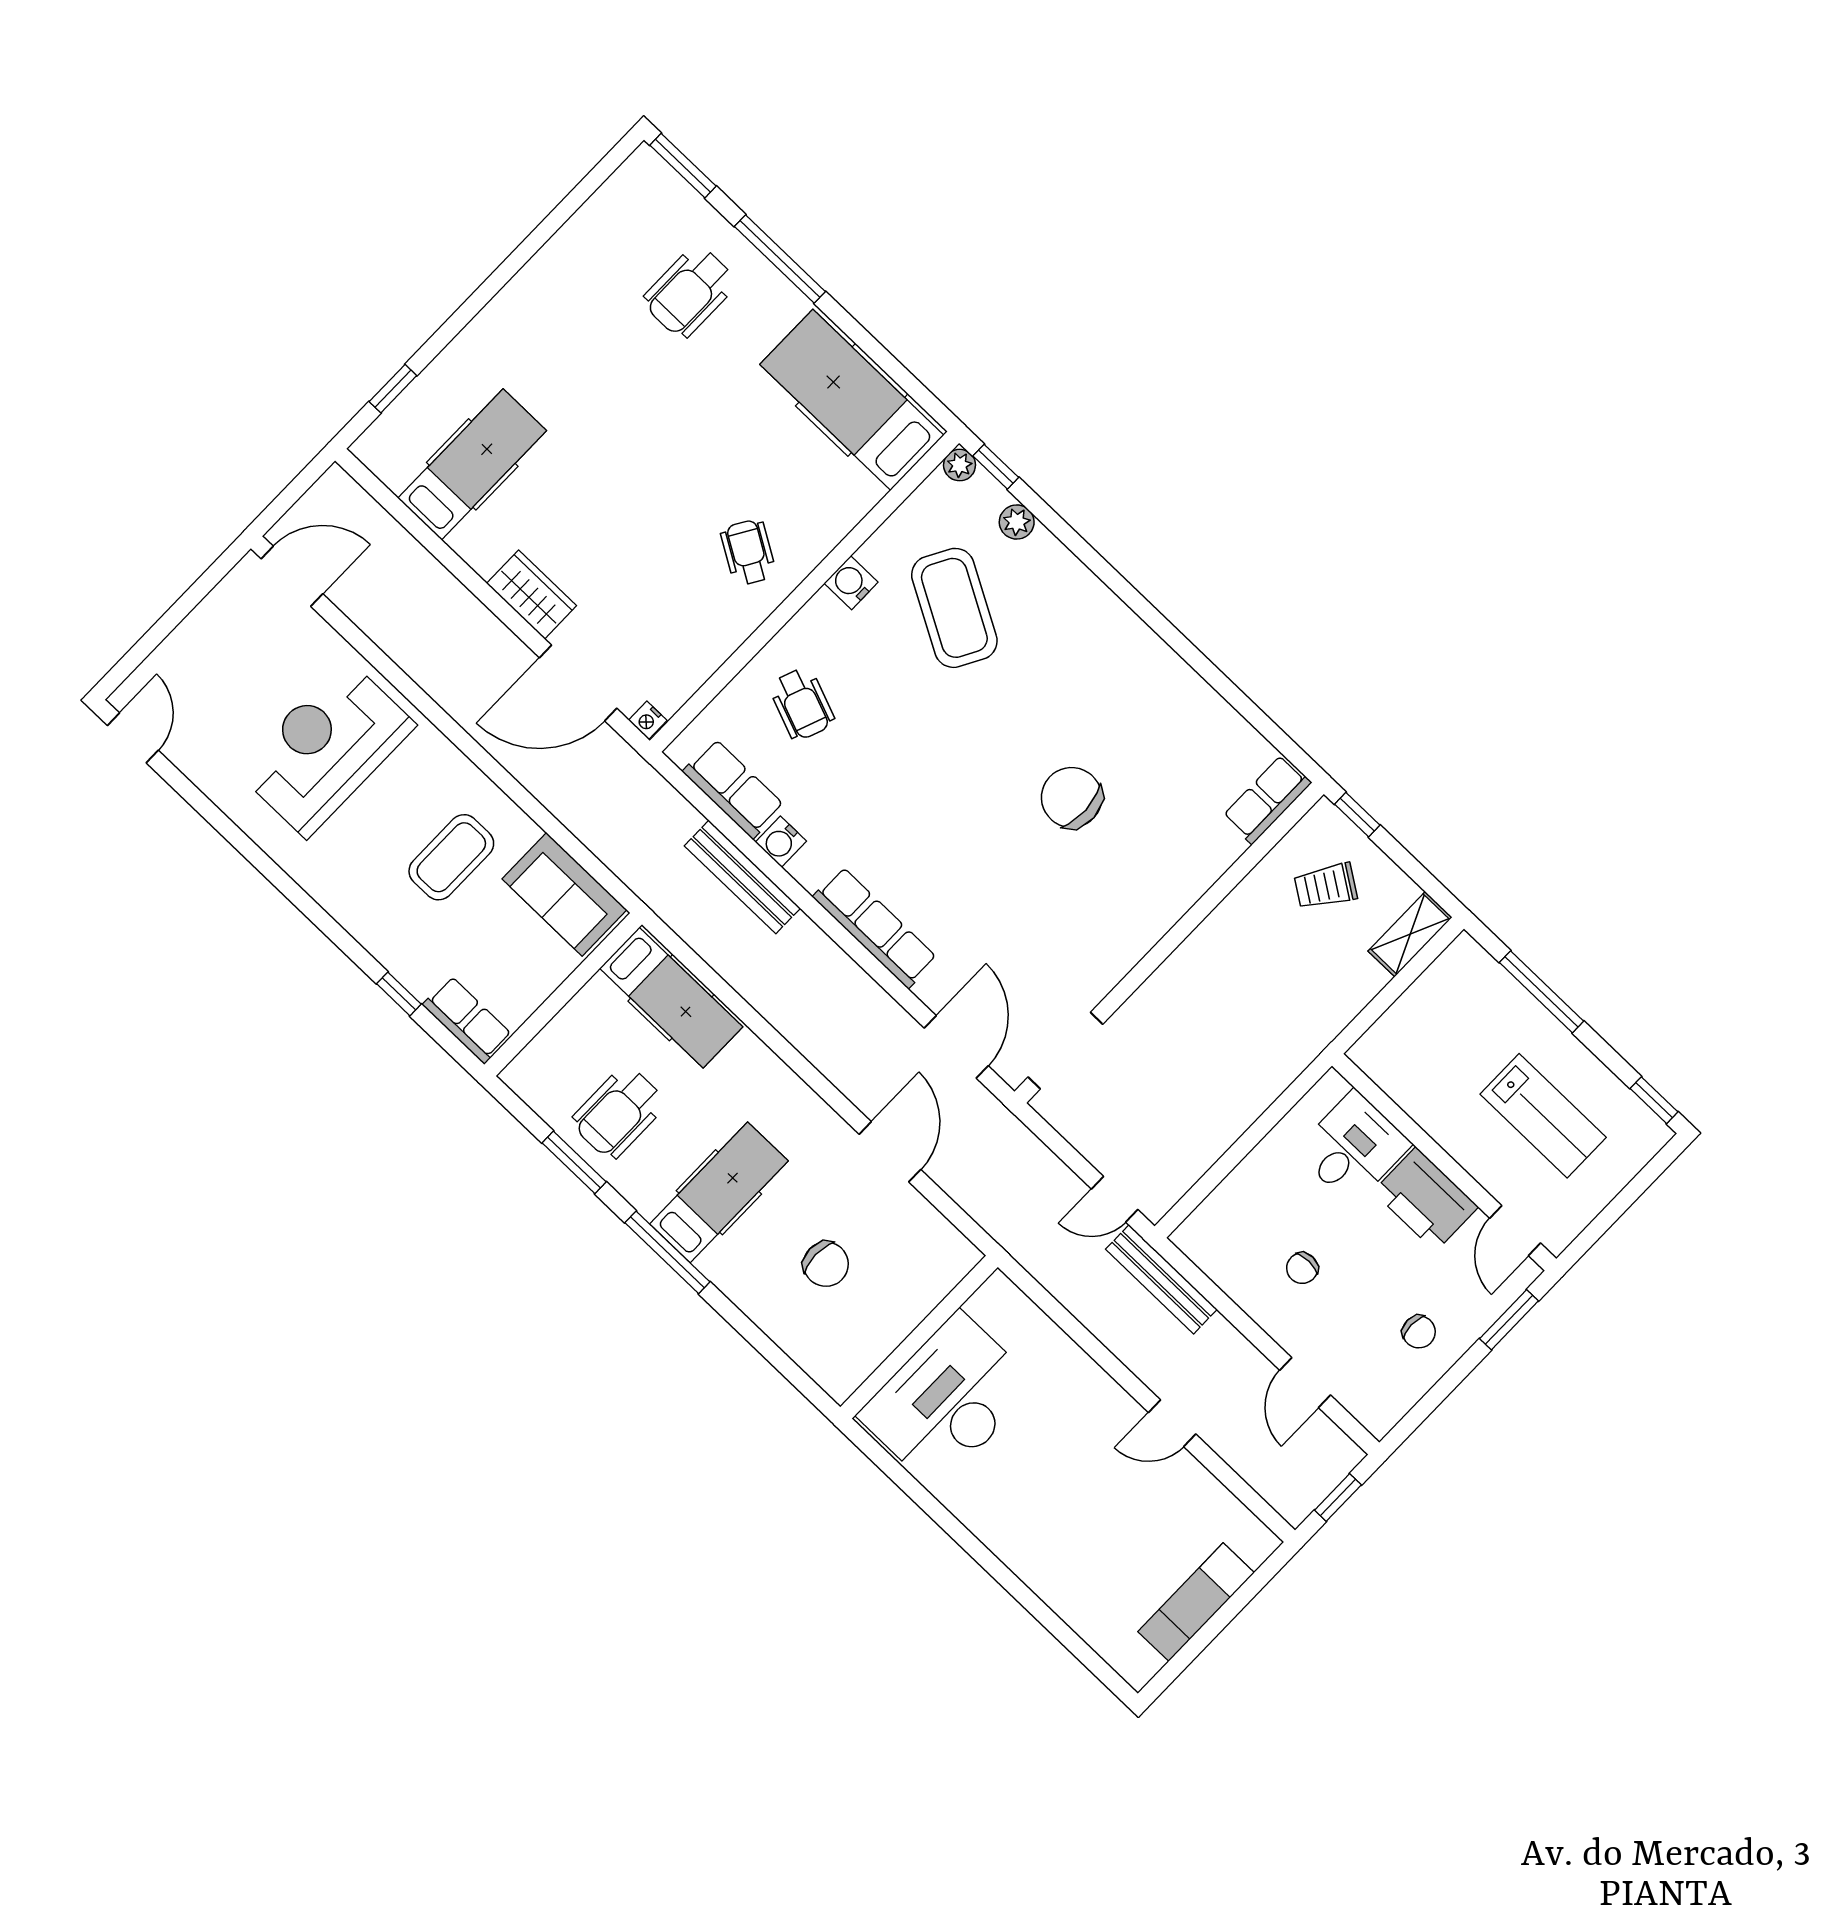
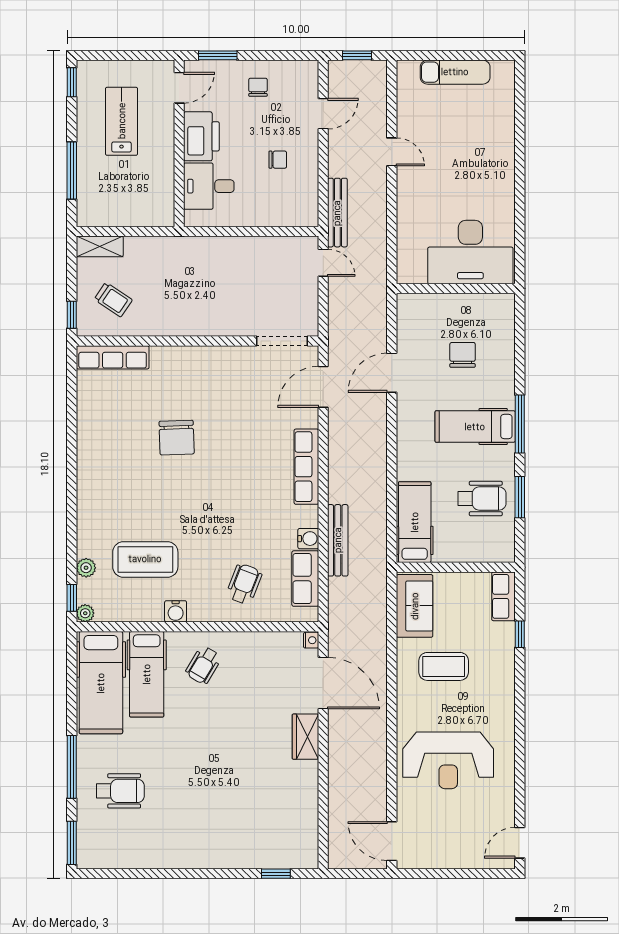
hospital bed: (472, 464) -> (147, 674), moved, turned -90
coffee table: (954, 608) -> (145, 559), turned 61
row of seats: (1267, 799) -> (113, 357), width x1.48

